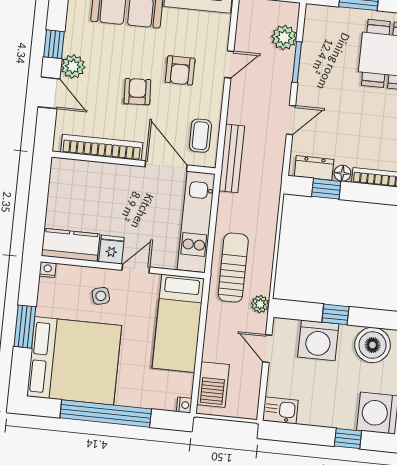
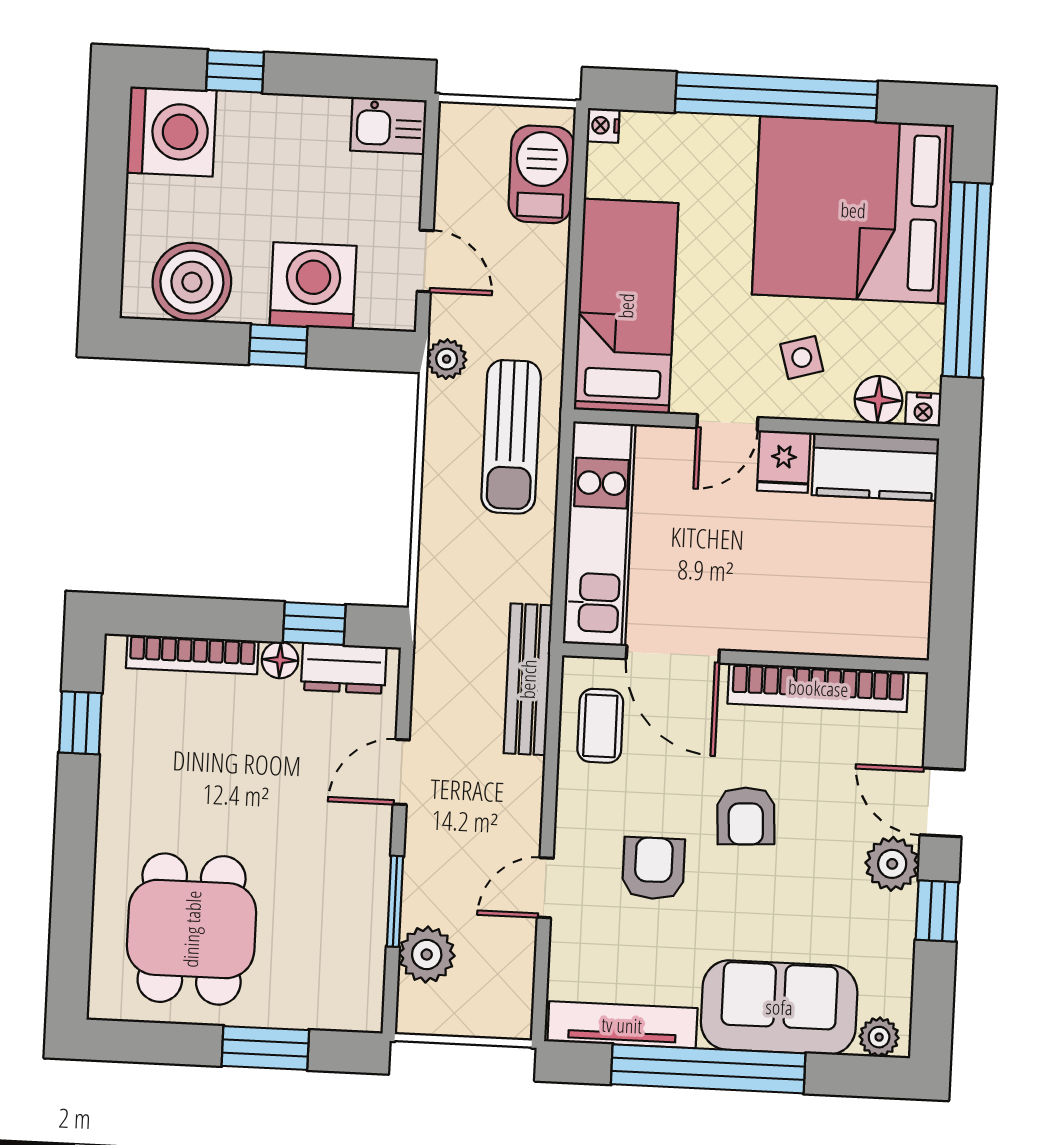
floor lamp: (67, 275) -> (878, 400), added
window: (25, 327) -> (967, 280), width x2.11

